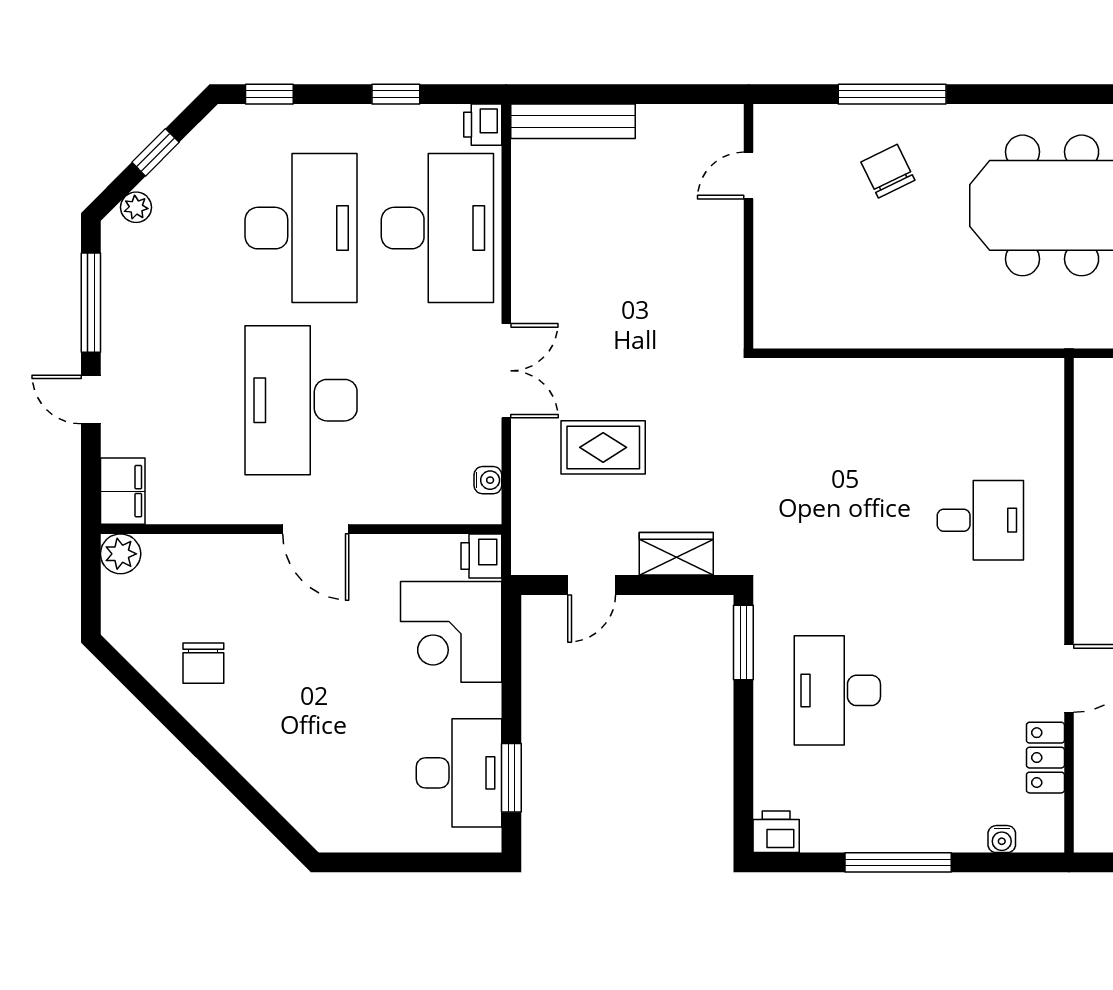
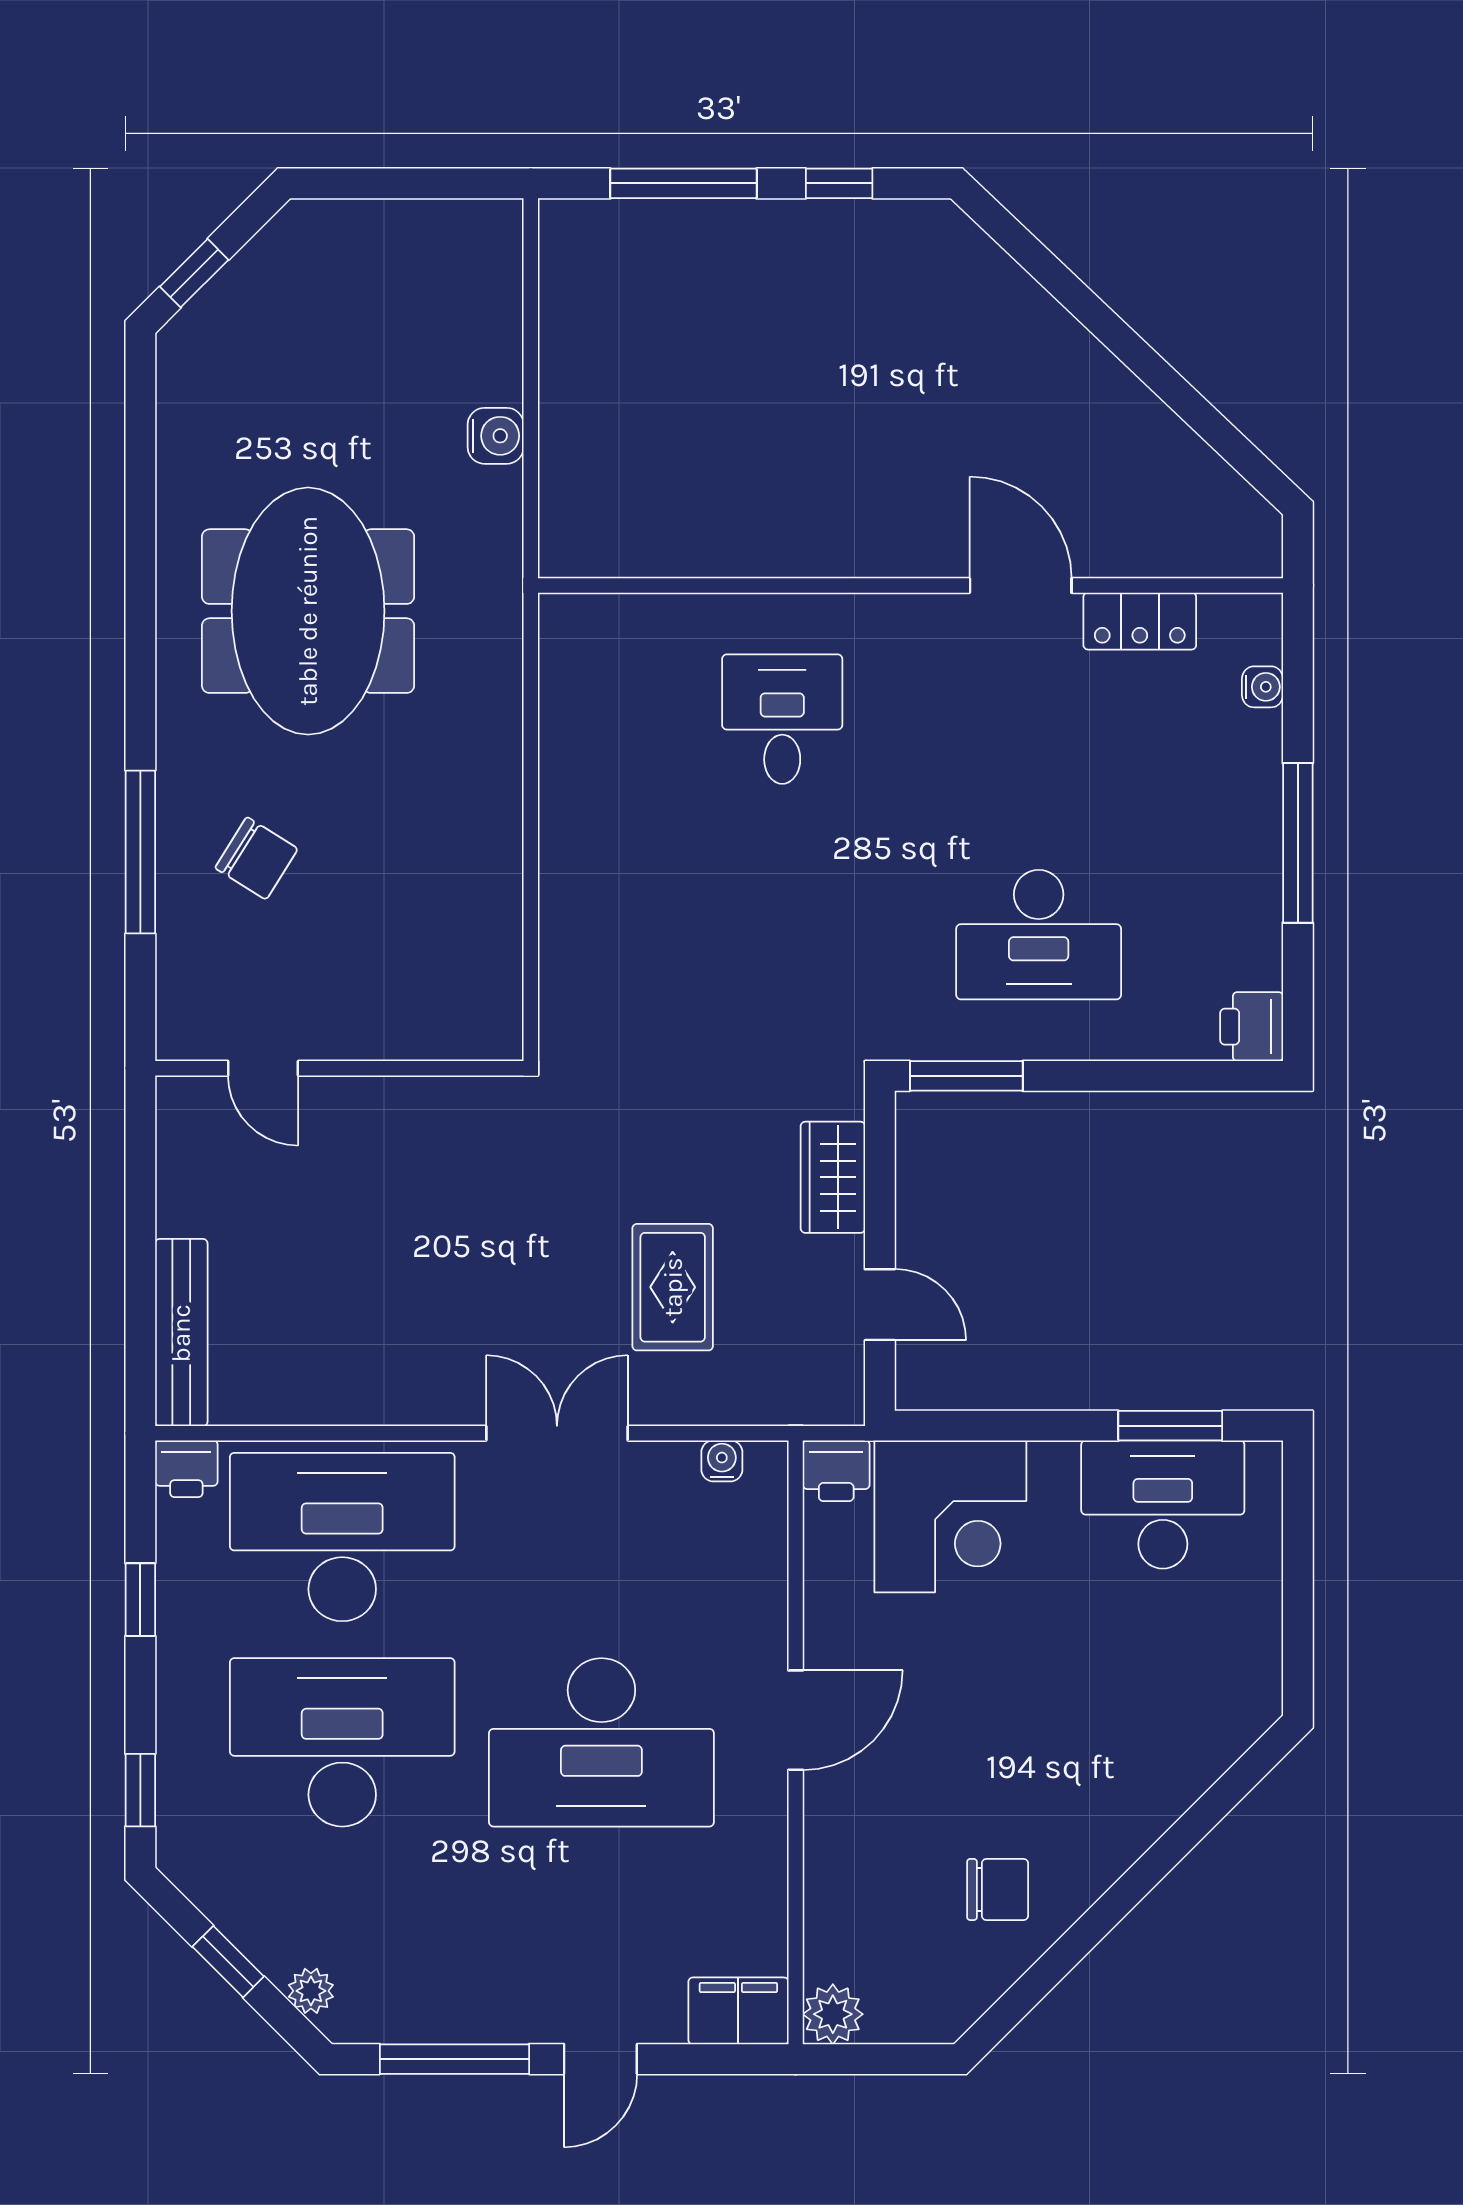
chair: (888, 171) -> (256, 858), turned -122

